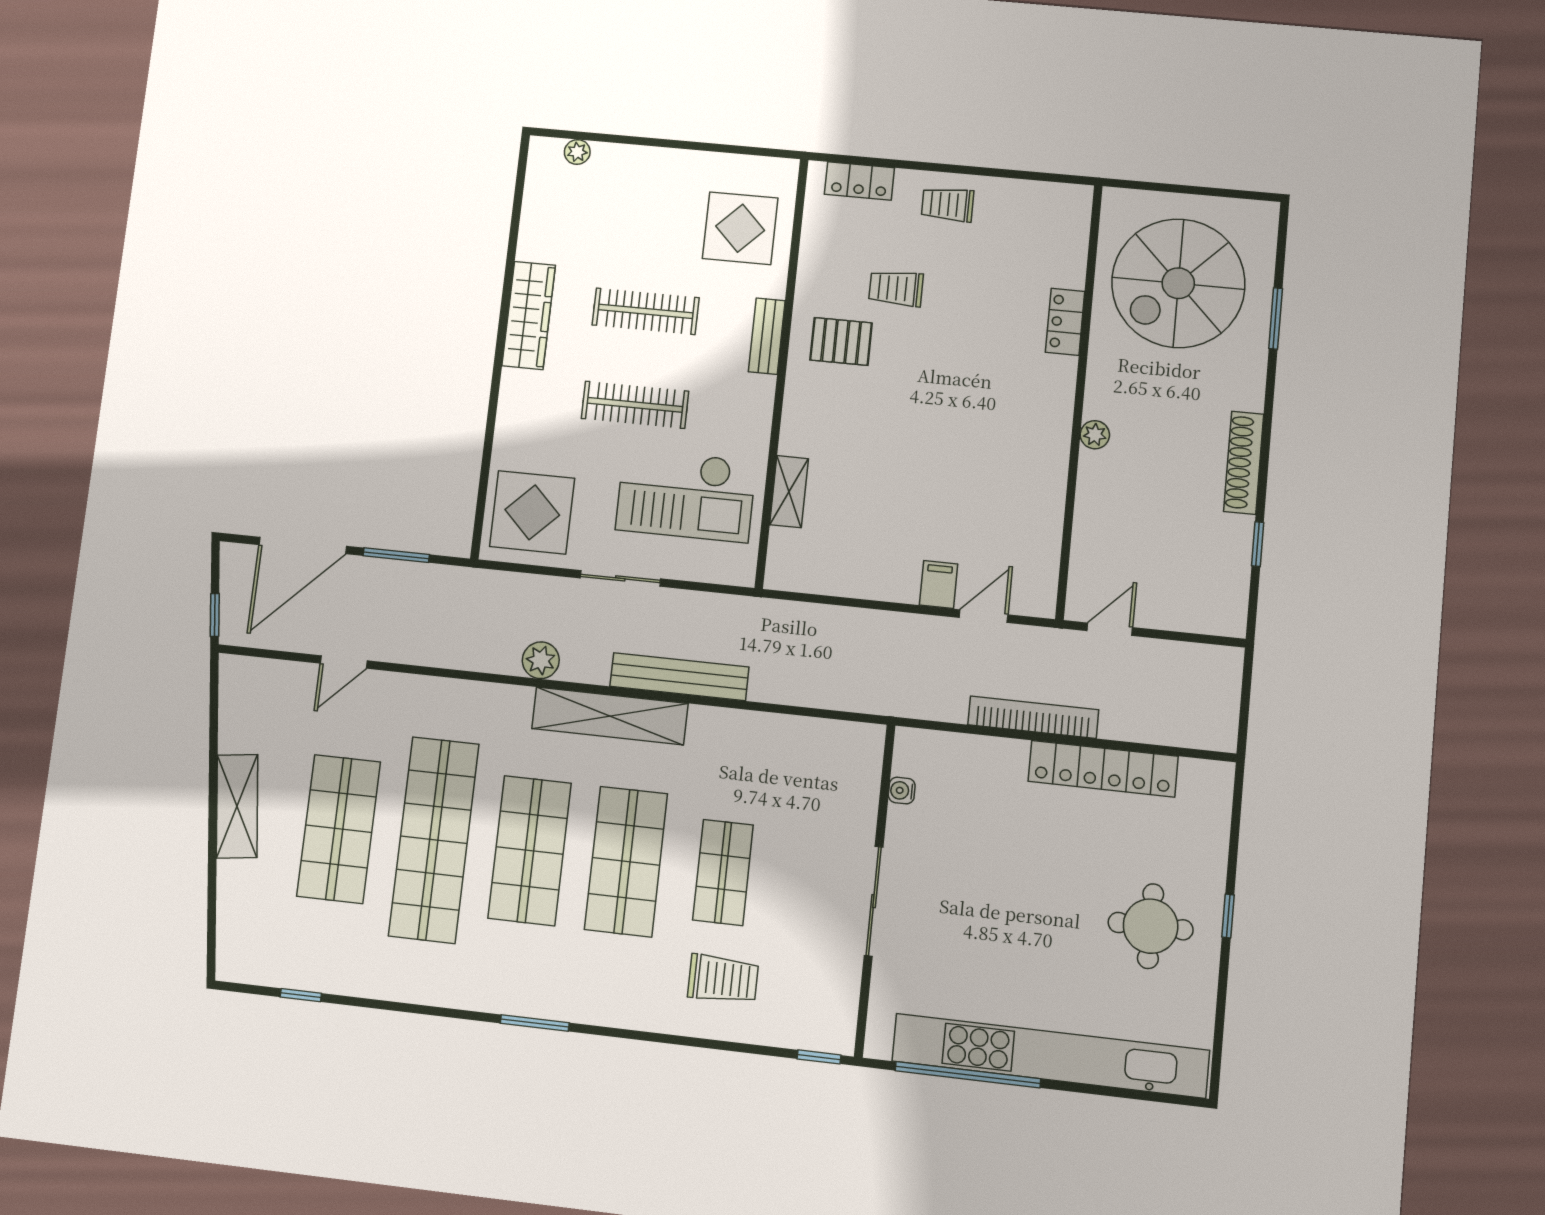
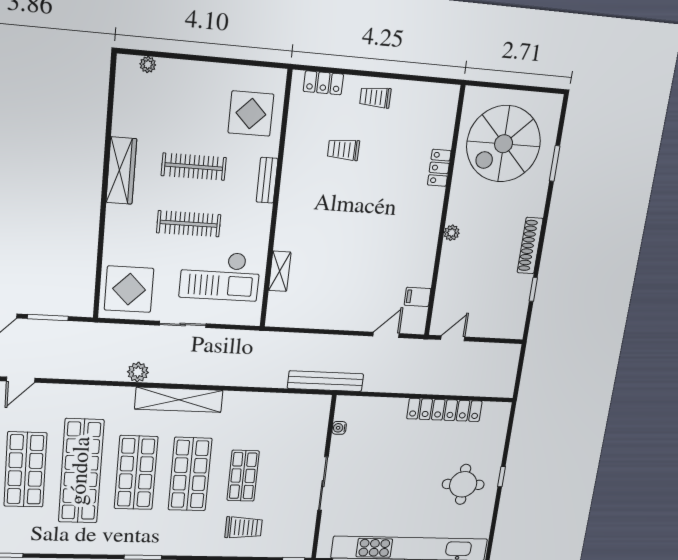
pallet: (841, 341) -> (311, 182), removed
filing cabinet: (939, 584) -> (417, 297), moved, turned -90
bench: (679, 677) -> (325, 381), moved
bookcase: (1033, 717) -> (410, 386), removed

